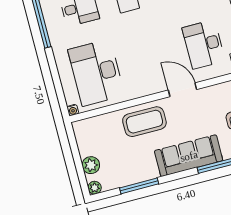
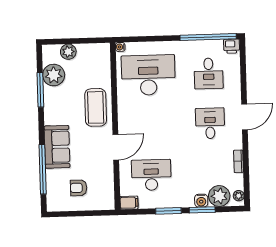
sofa: (189, 156) -> (57, 147), width x0.73
plant: (95, 188) -> (54, 75), moved, width x1.88, depth x1.88

